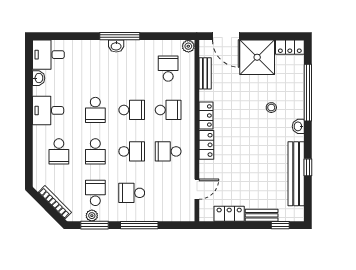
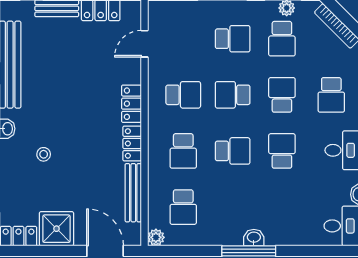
shower: (257, 57) -> (56, 229), width x0.73, depth x0.73
bench: (205, 73) -> (133, 193), width x1.36
school desk: (132, 110) -> (233, 151), turned 180
school desk: (168, 110) -> (183, 151), turned -90
school desk: (59, 151) -> (331, 95), turned 180

